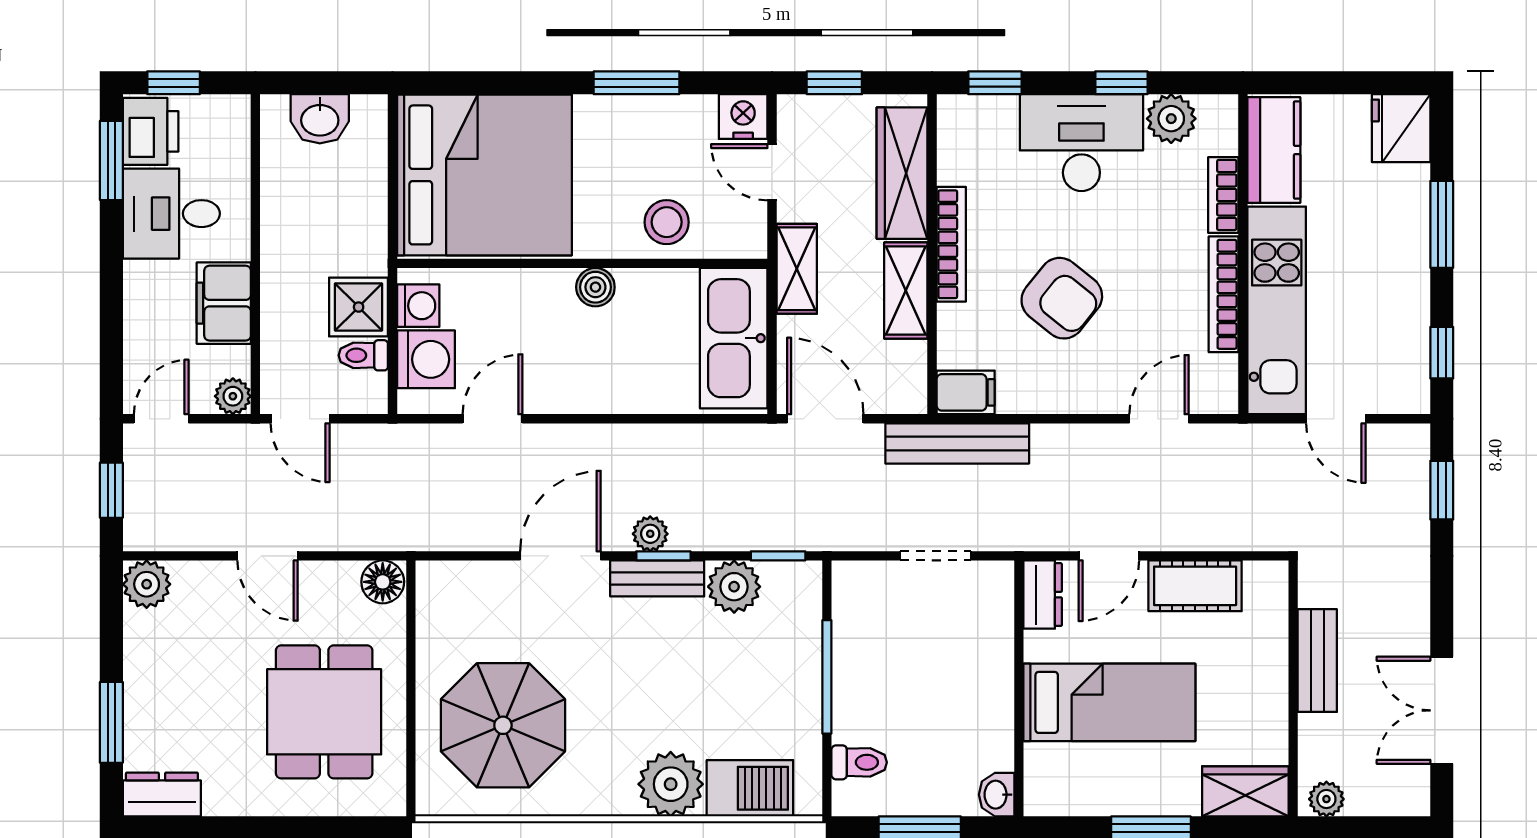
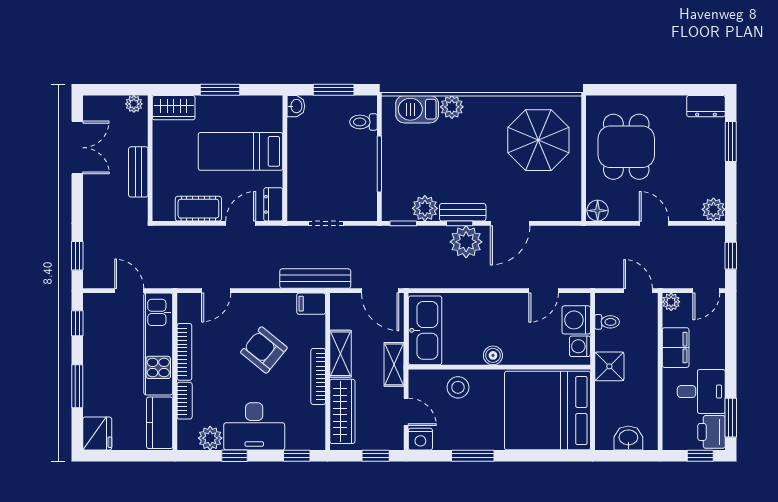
shower: (359, 307) -> (609, 366), moved
plant: (650, 534) -> (466, 242), width x1.87, depth x1.87
plant: (671, 784) -> (452, 107), width x0.73, depth x0.73

